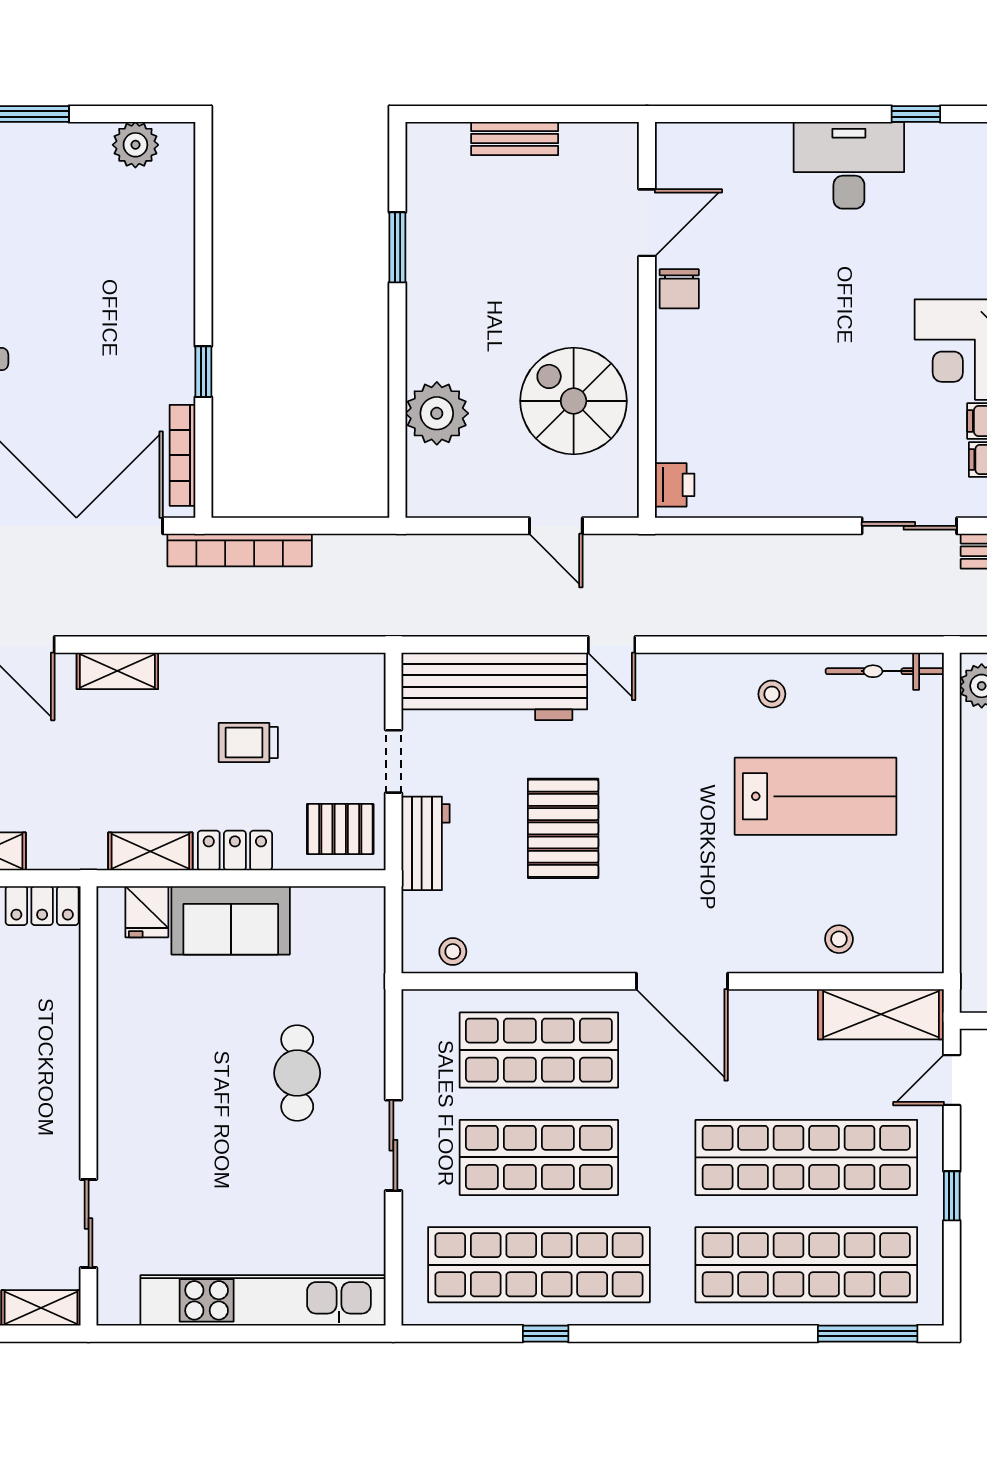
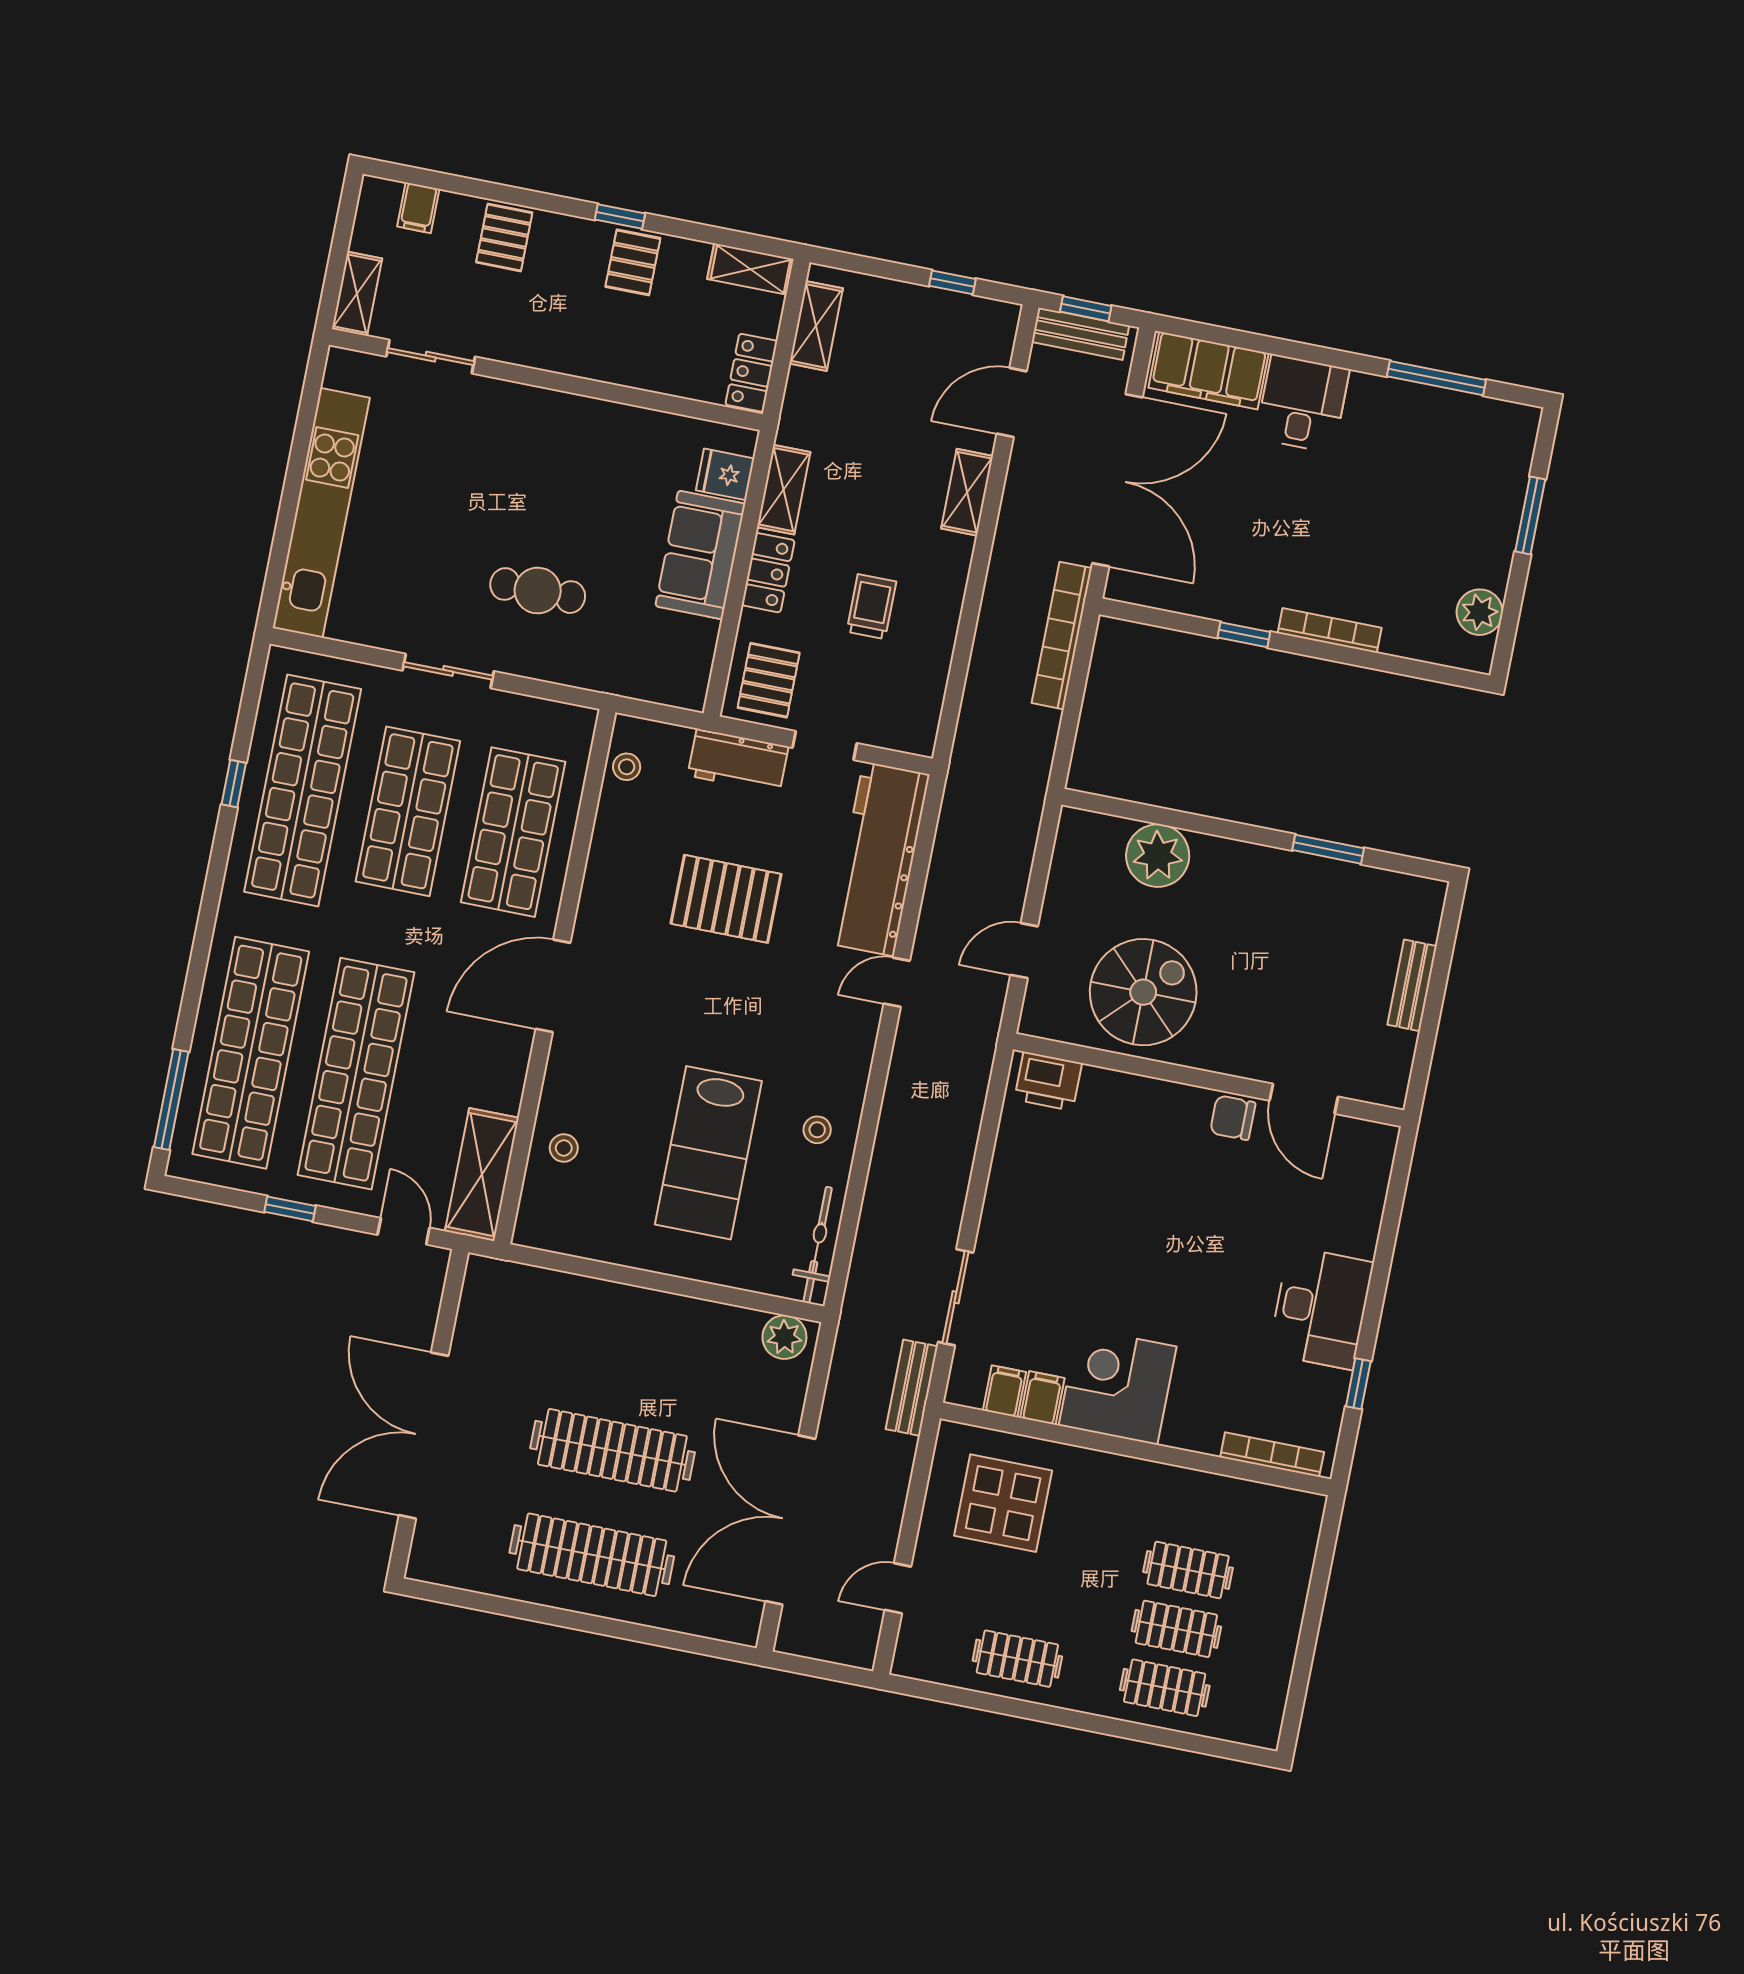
bookcase: (183, 455) -> (1330, 630), moved
printer: (675, 485) -> (1048, 1081), width x1.36, depth x1.24

